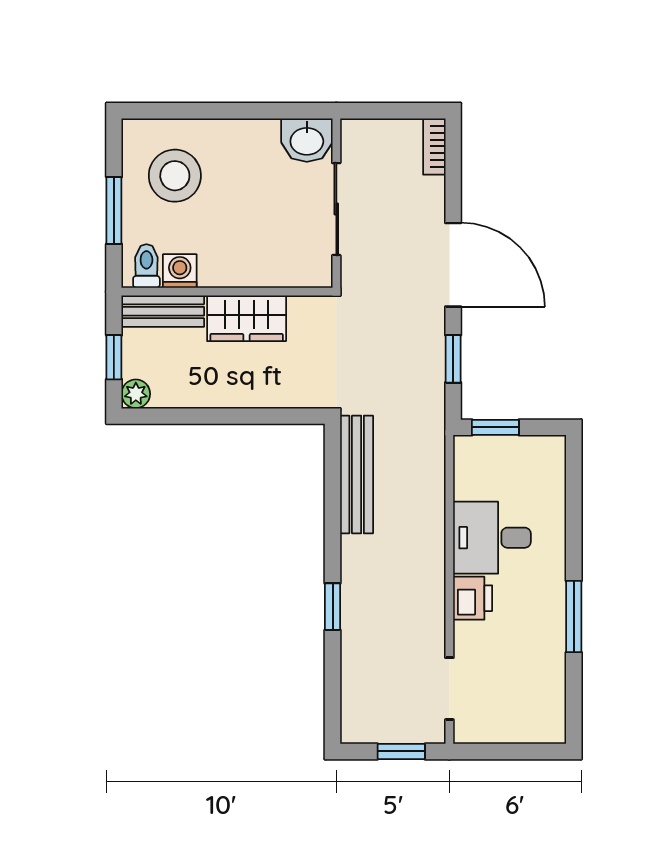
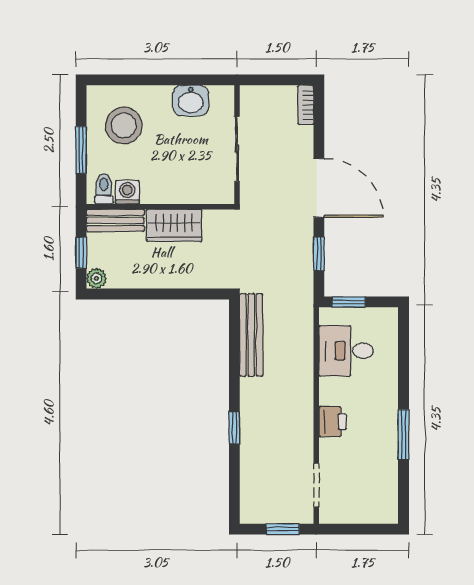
washbasin: (307, 140) -> (191, 100), moved
desk: (492, 538) -> (346, 351), moved

